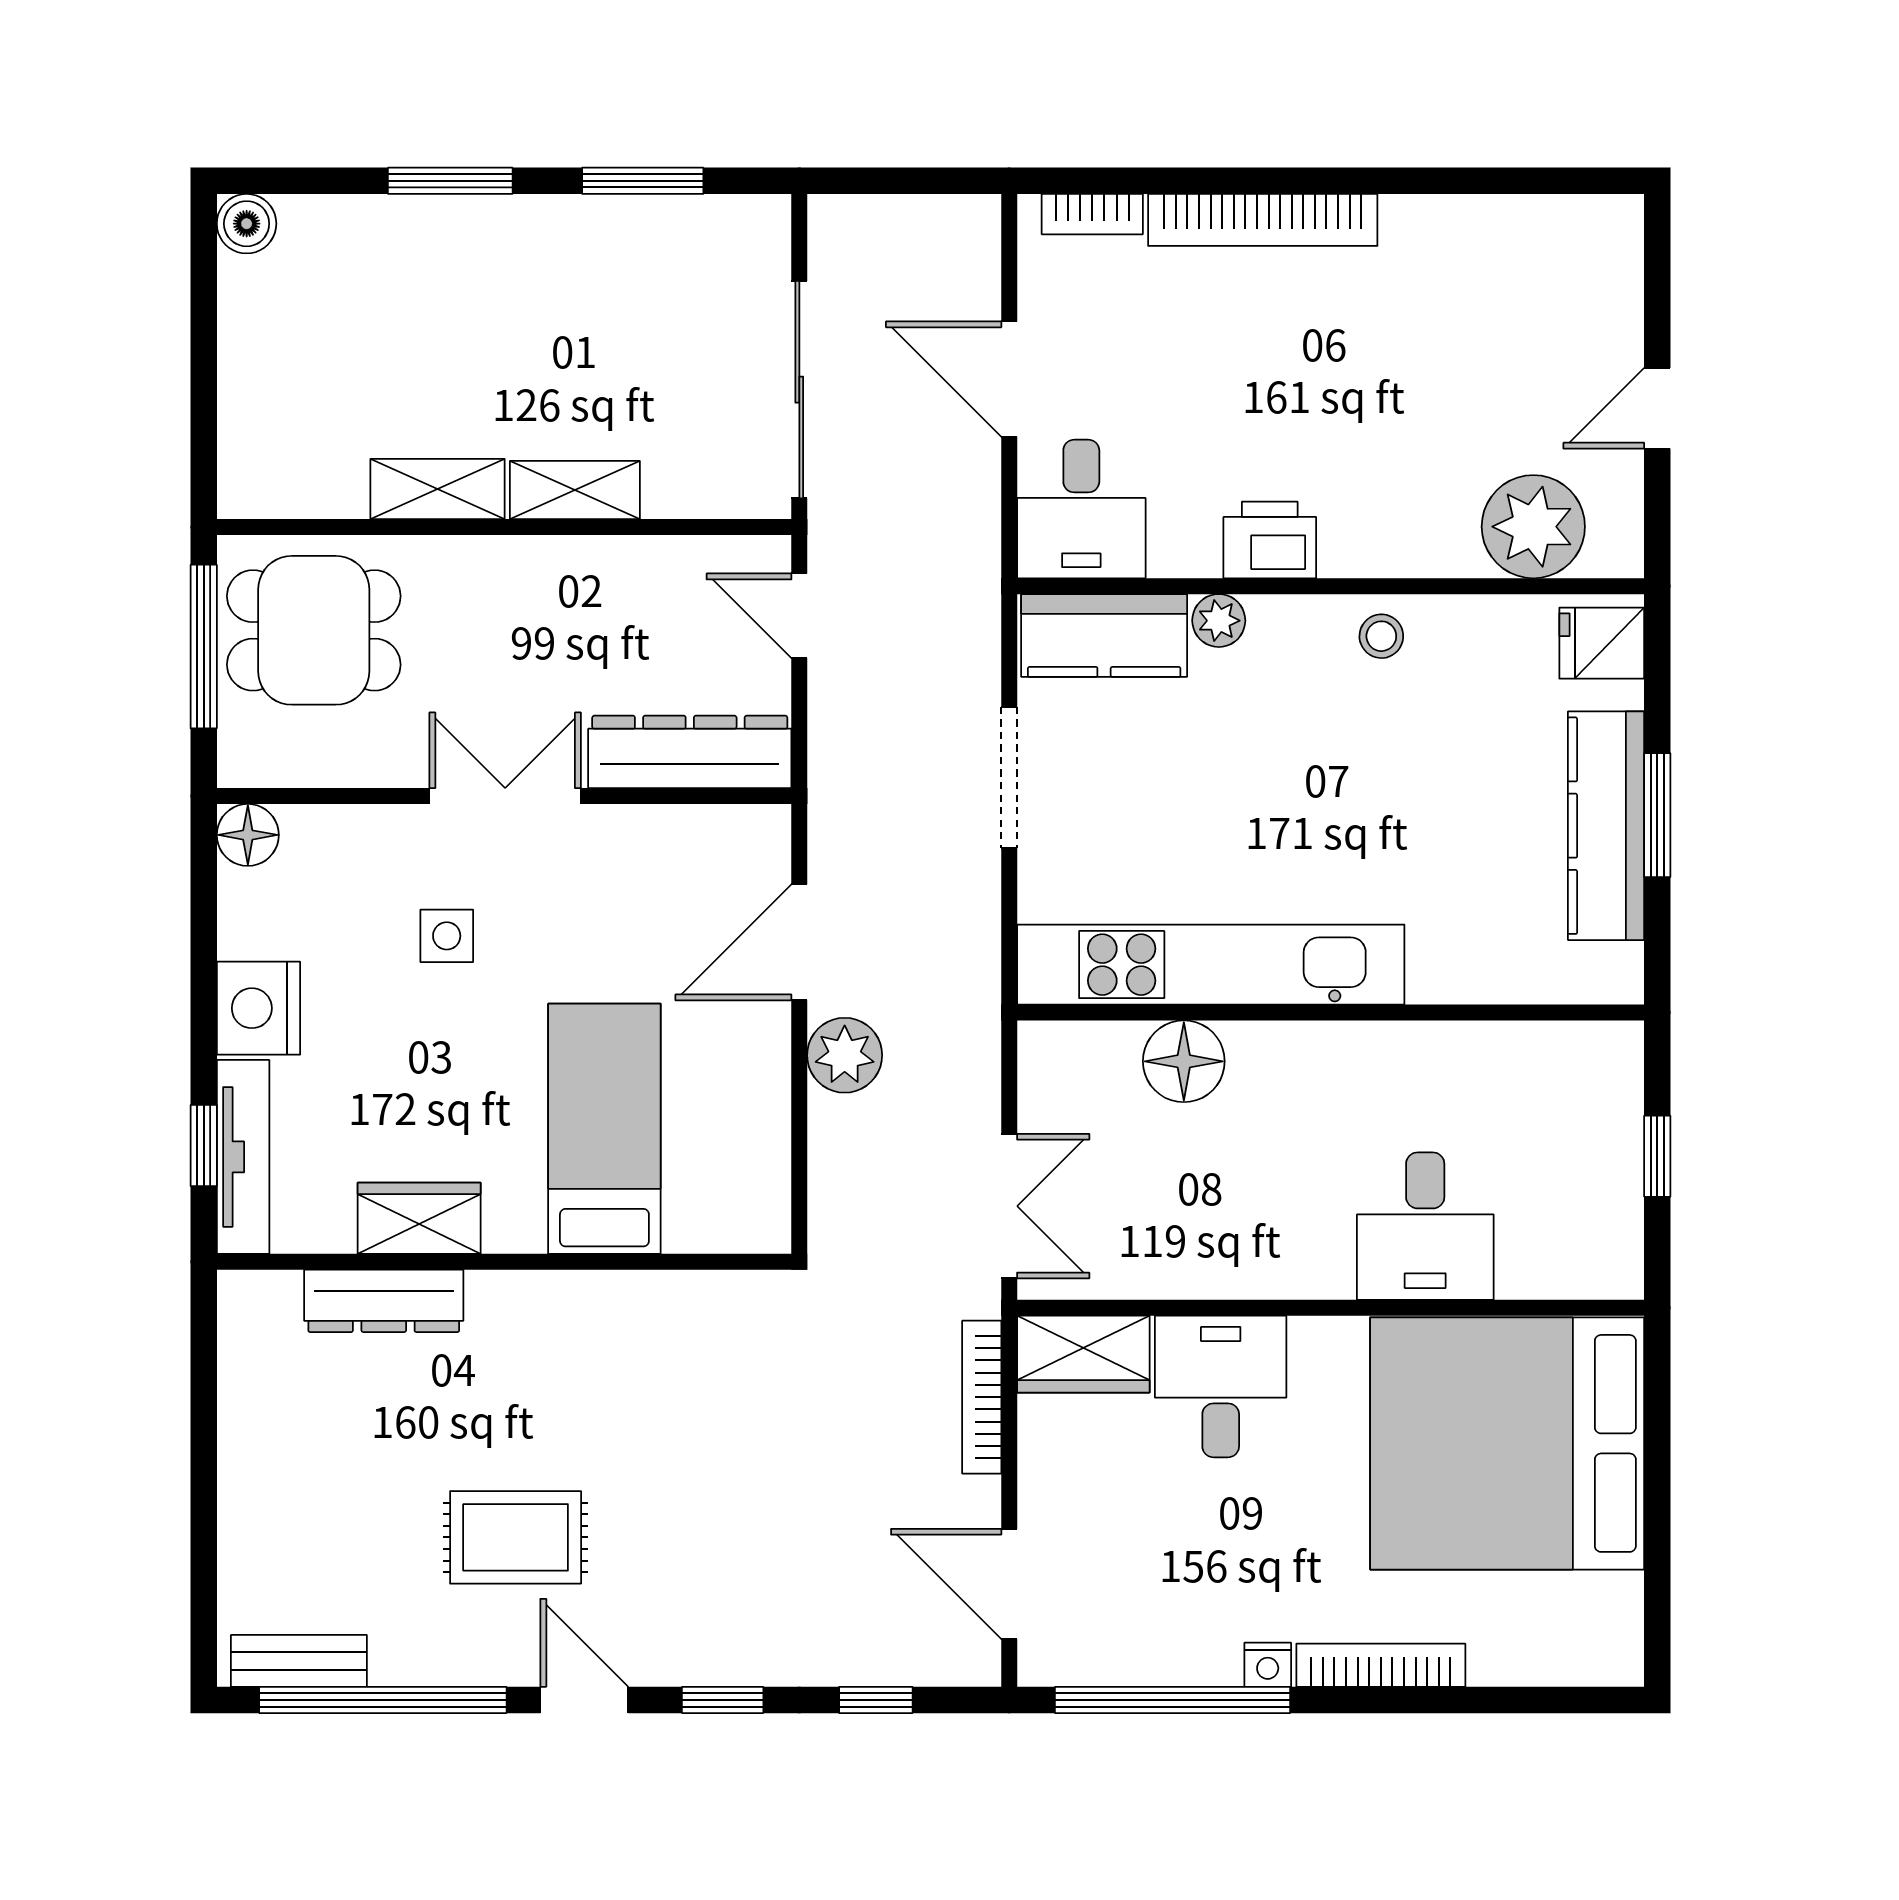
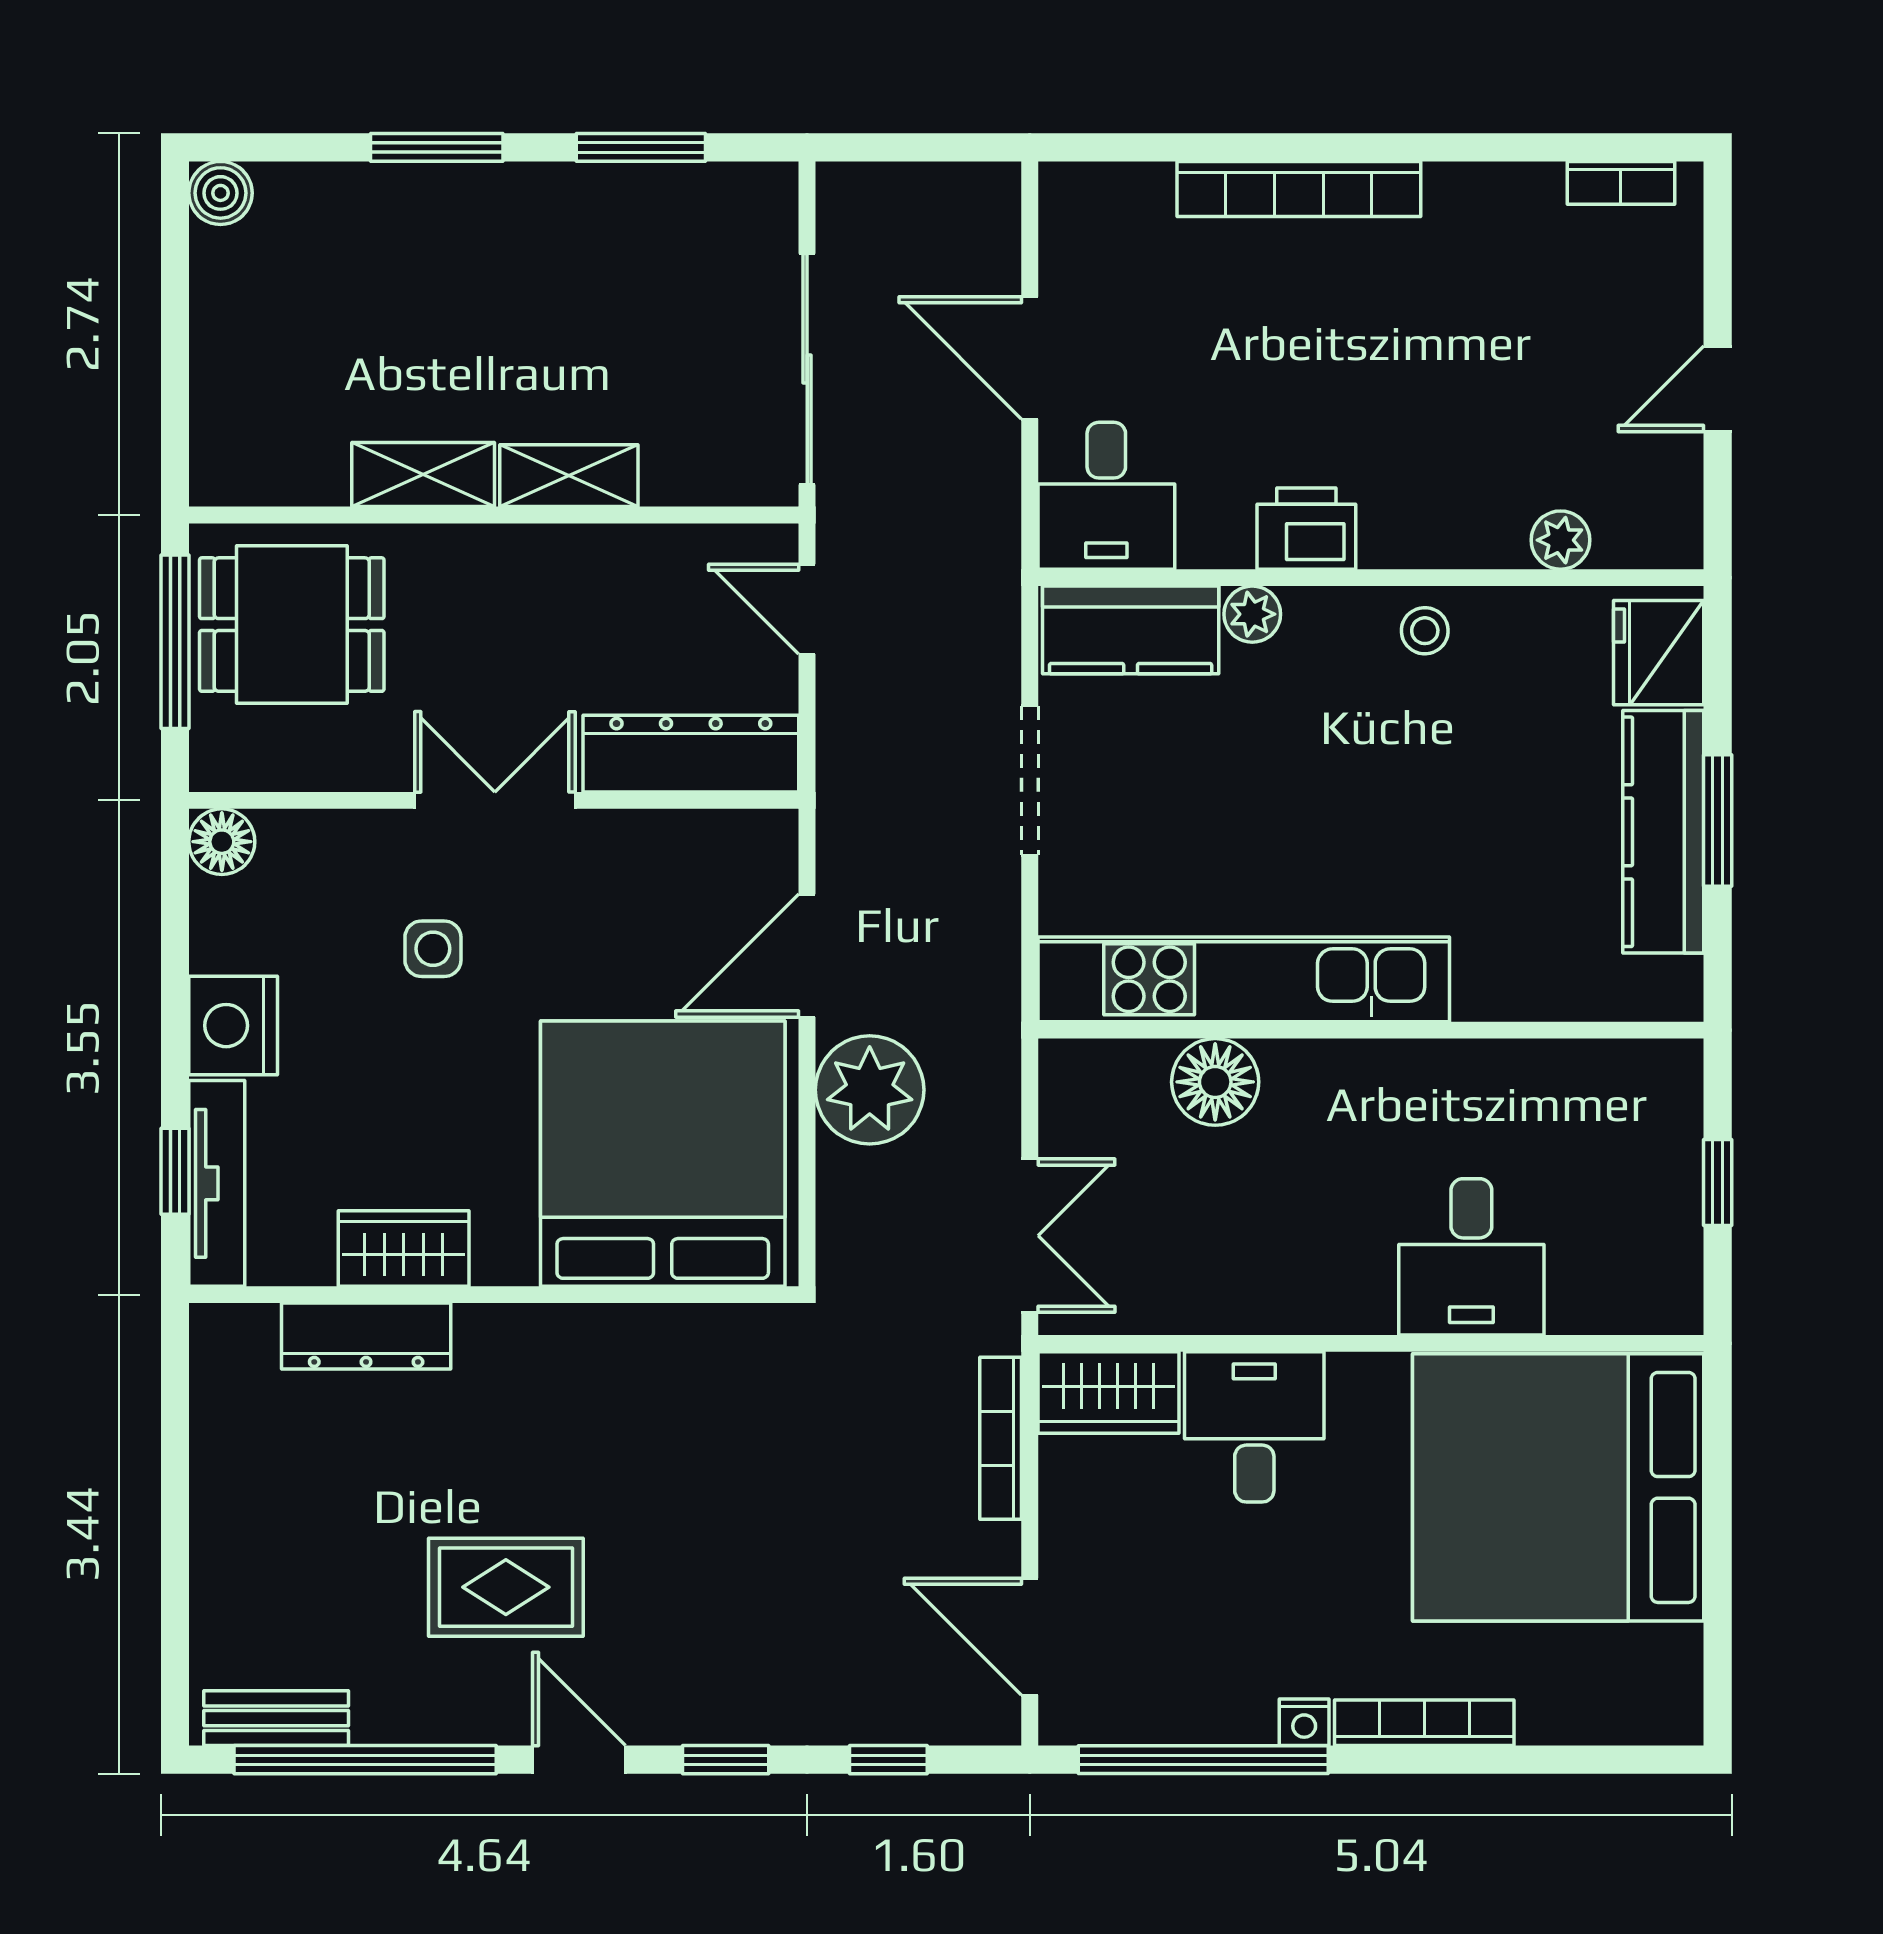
bookcase: (1092, 214) -> (1621, 183), moved
plant: (1533, 527) -> (1561, 540), width x0.53, depth x0.53
fridge: (1602, 643) -> (1659, 653), width x1.38
plant: (845, 1055) -> (870, 1090), width x1.36, depth x1.36
bed: (604, 1129) -> (663, 1154), width x2.04

